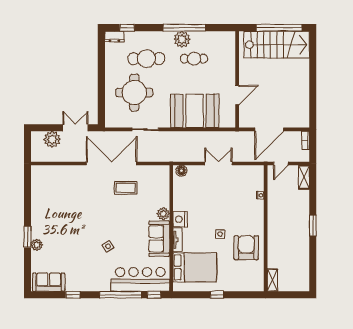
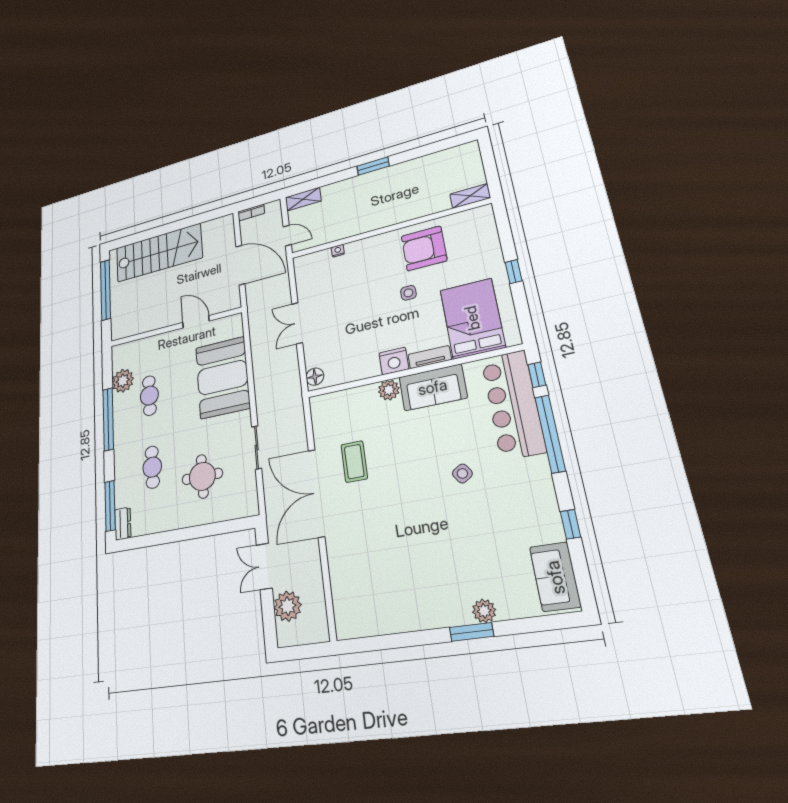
window: (127, 28) -> (110, 506), width x2.17
plant: (182, 39) -> (123, 381), moved
stairs: (277, 45) -> (159, 253), moved, turned 90
cafe table: (146, 59) -> (152, 467), width x0.73, depth x0.74
round table: (134, 93) -> (202, 476), width x0.73, depth x0.73

